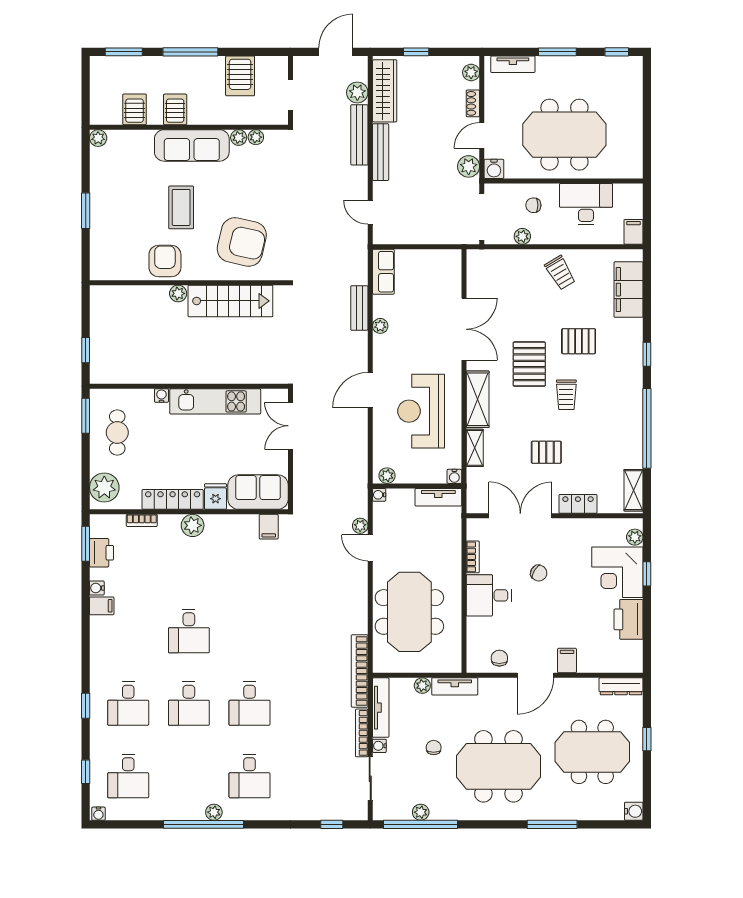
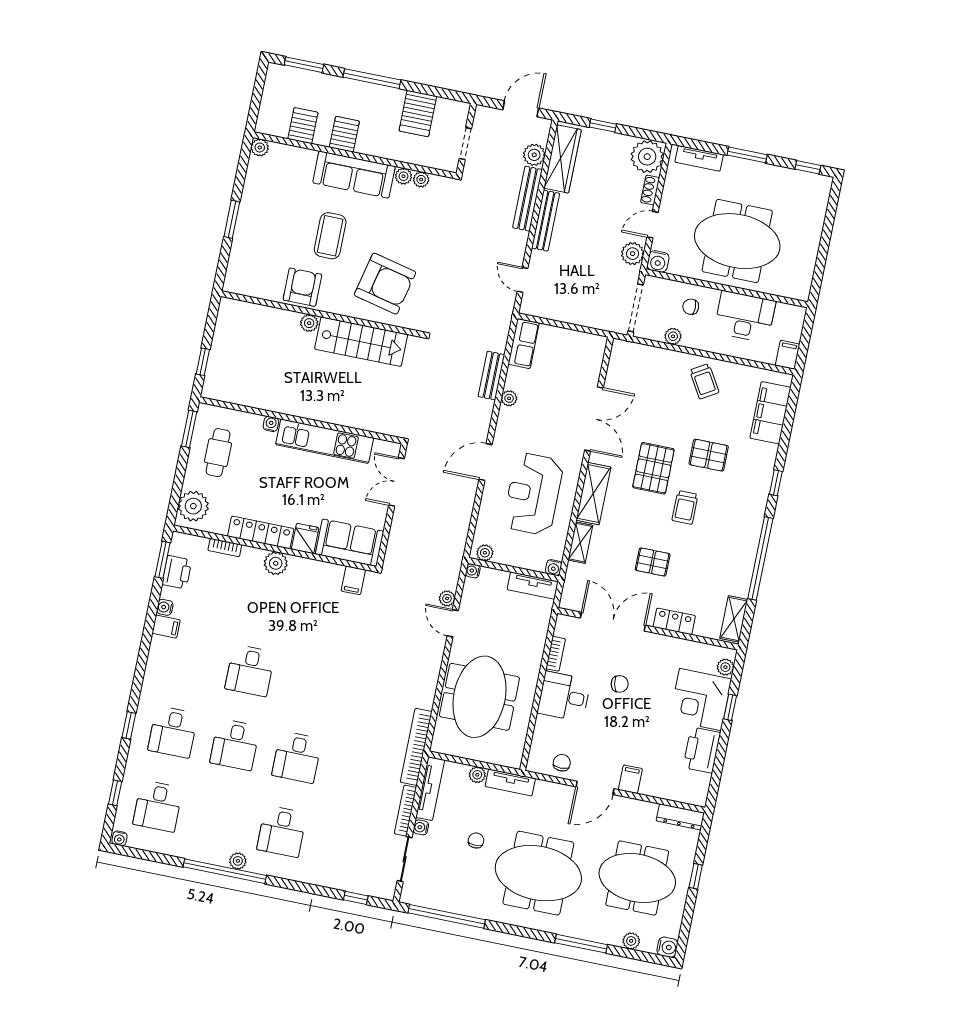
plant: (471, 73) -> (647, 157), width x1.87, depth x1.87
chair: (539, 573) -> (620, 684), turned -43
plant: (421, 812) -> (631, 941), moved

